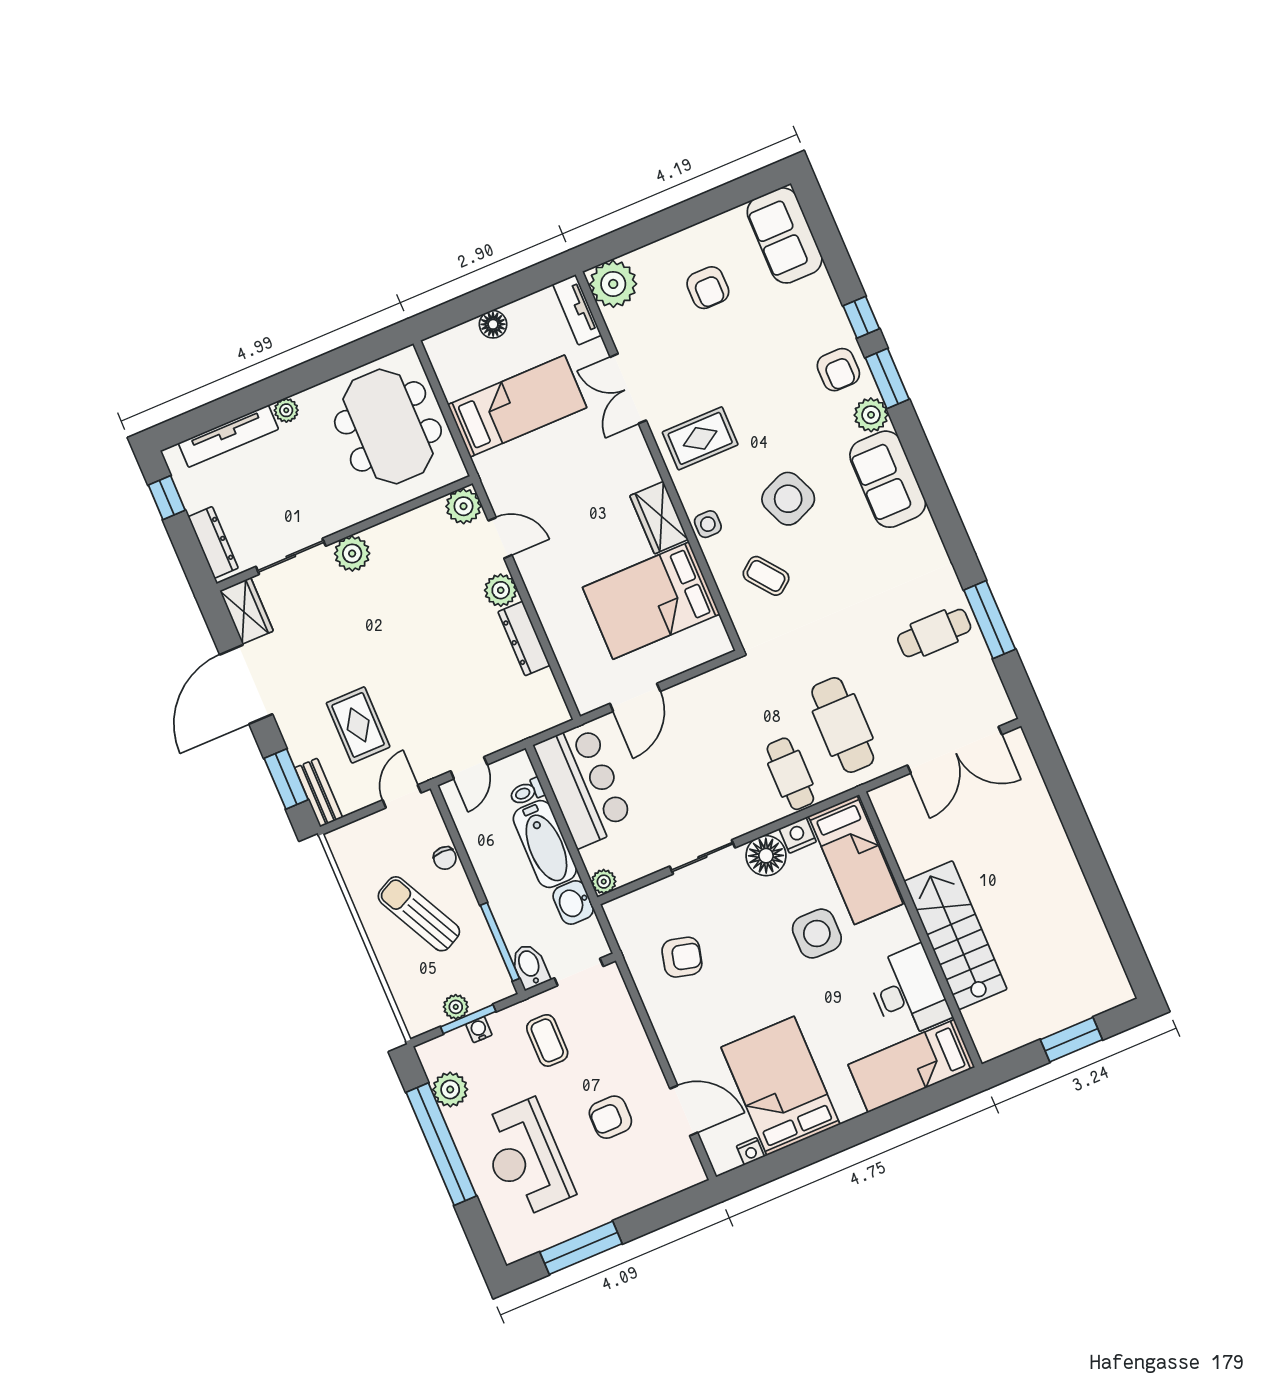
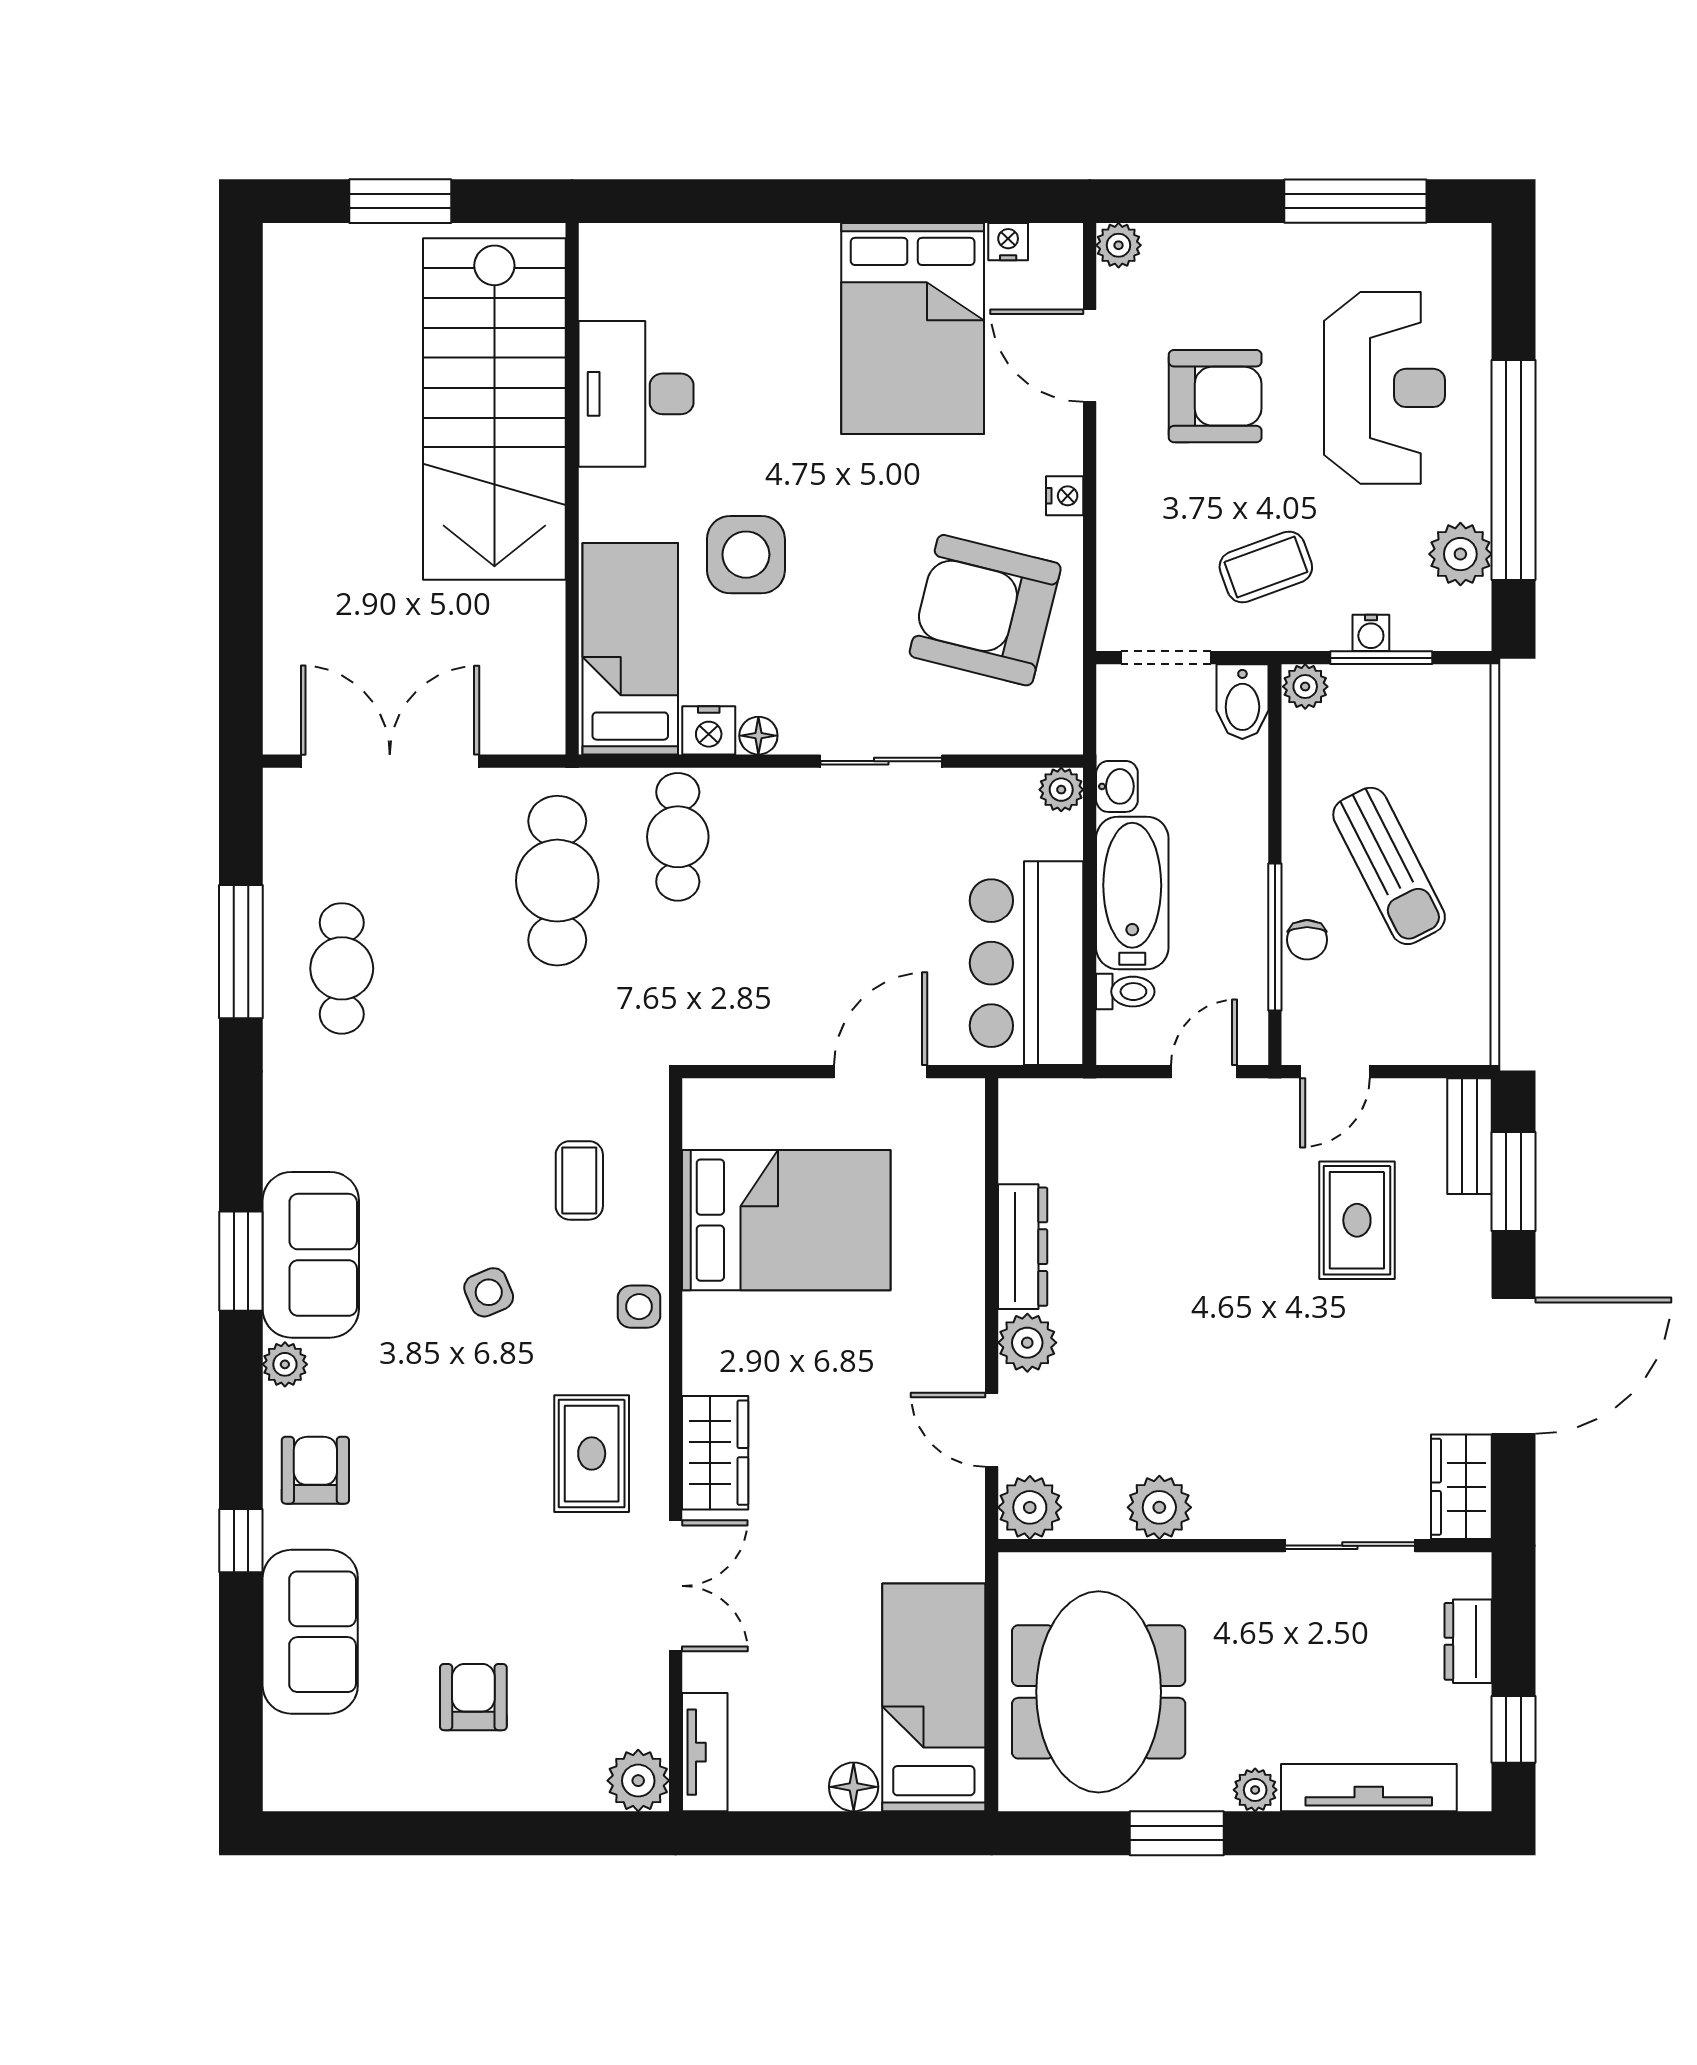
sofa: (785, 235) -> (310, 1632), moved
plant: (613, 284) -> (638, 1781), width x0.73, depth x0.73
window: (317, 371) -> (1177, 1833), added
window: (887, 379) -> (241, 1261), moved
bed: (517, 406) -> (934, 1697), moved, turned 90
plant: (871, 415) -> (285, 1364), width x0.73, depth x0.73
rug: (700, 438) -> (592, 1454), turned 90
side table: (788, 499) -> (489, 1292), width x0.54, depth x0.54
wardrobe: (659, 518) -> (715, 1453), moved
dresser: (213, 542) -> (1468, 1641), width x0.70
plant: (352, 554) -> (1159, 1507), moved
coffee table: (766, 576) -> (579, 1180), turned 38
cafe table: (934, 633) -> (342, 968), turned 90
floor lamp: (766, 856) -> (758, 736), width x0.53, depth x0.53
chair: (445, 858) -> (1307, 940), turned 180
washbasin: (573, 902) -> (1117, 786), width x0.72, depth x0.69
stairs: (956, 935) -> (494, 409), width x1.36, depth x1.51
window: (500, 942) -> (1275, 937), moved
armchair: (682, 957) -> (985, 610), width x1.88, depth x1.88
plant: (456, 1007) -> (1305, 687), moved
nightstand: (666, 1033) -> (1065, 496), added
coffee table: (547, 1040) -> (1266, 567), turned 70
bed: (911, 1066) -> (683, 270), removed
armchair: (610, 1117) -> (1215, 396), width x1.38, depth x1.38
plant: (693, 1174) -> (1119, 245), added

